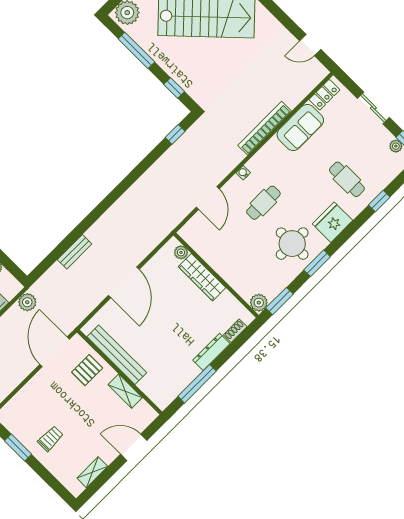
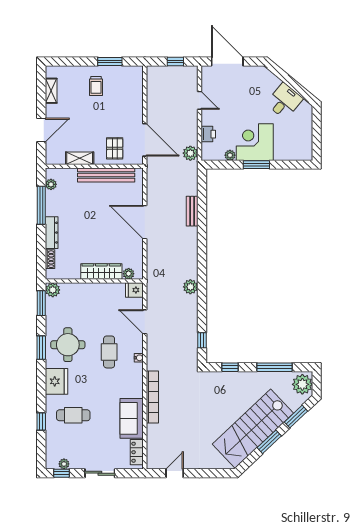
plant: (140, 189) -> (190, 287), added
fridge: (190, 234) -> (134, 290), added
plant: (171, 393) -> (51, 184), added

